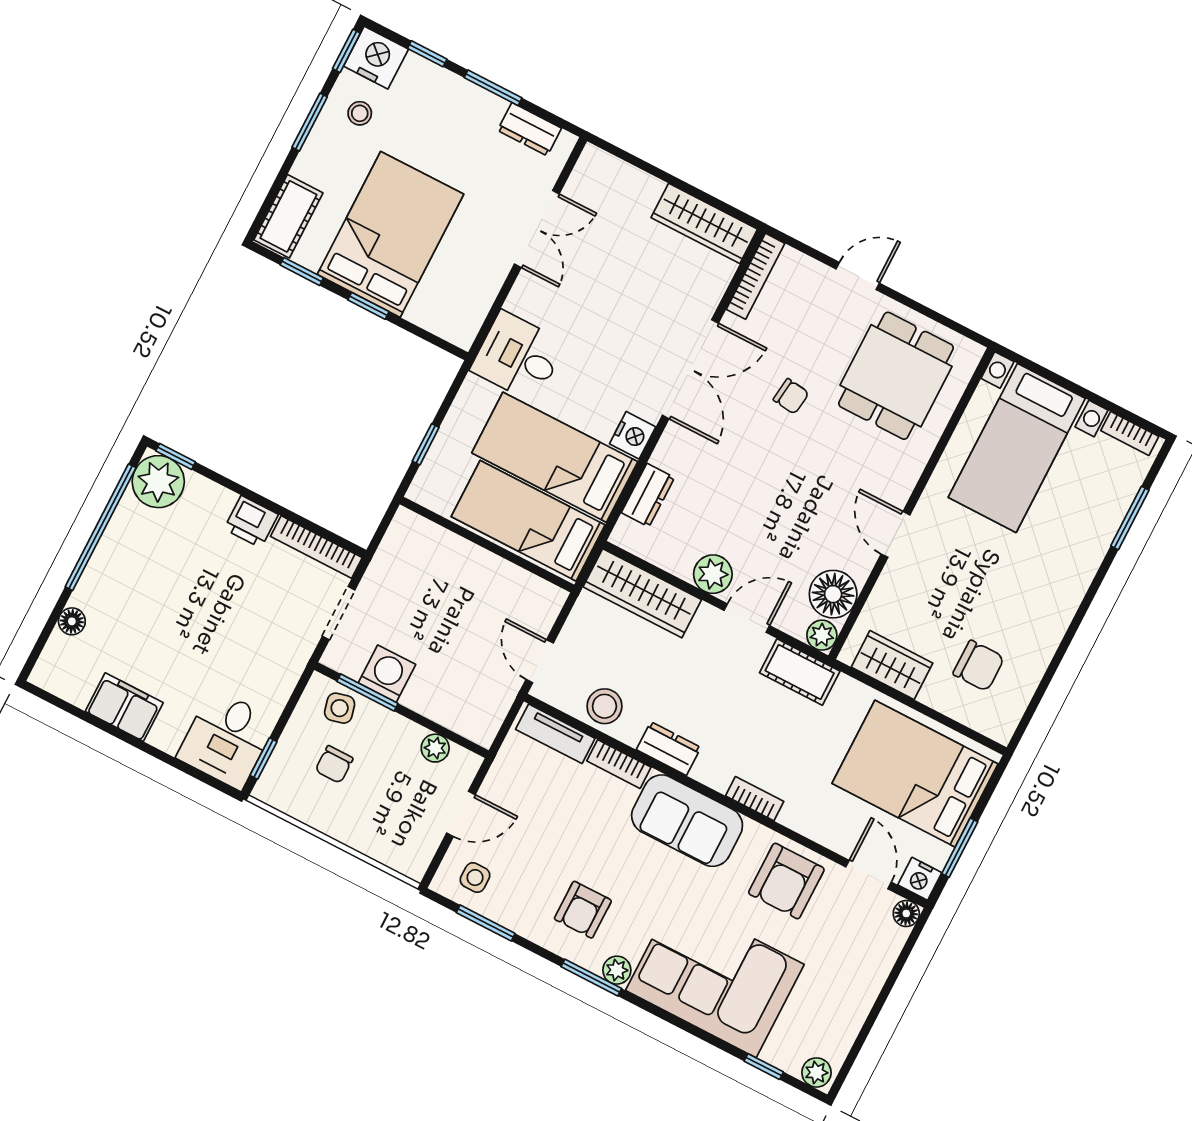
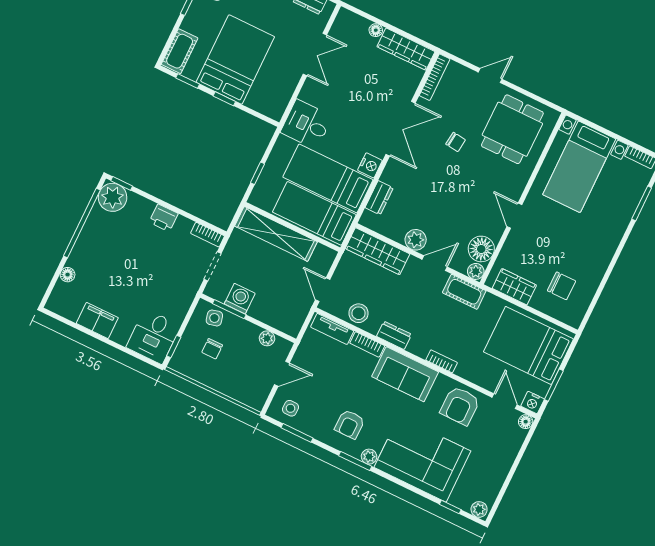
floor lamp: (650, 187) -> (376, 30), added
bookcase: (316, 547) -> (208, 235), width x0.64
shelving: (457, 557) -> (276, 234), added

